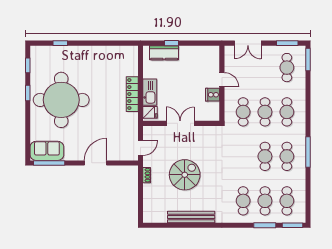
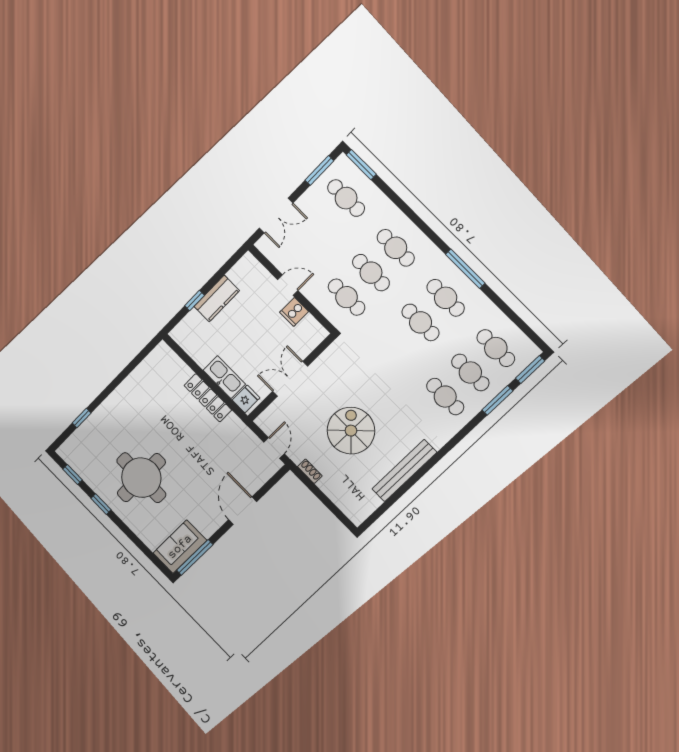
kitchen counter: (164, 53) -> (217, 299), moved
round table: (61, 100) -> (141, 478), width x0.73, depth x0.73

